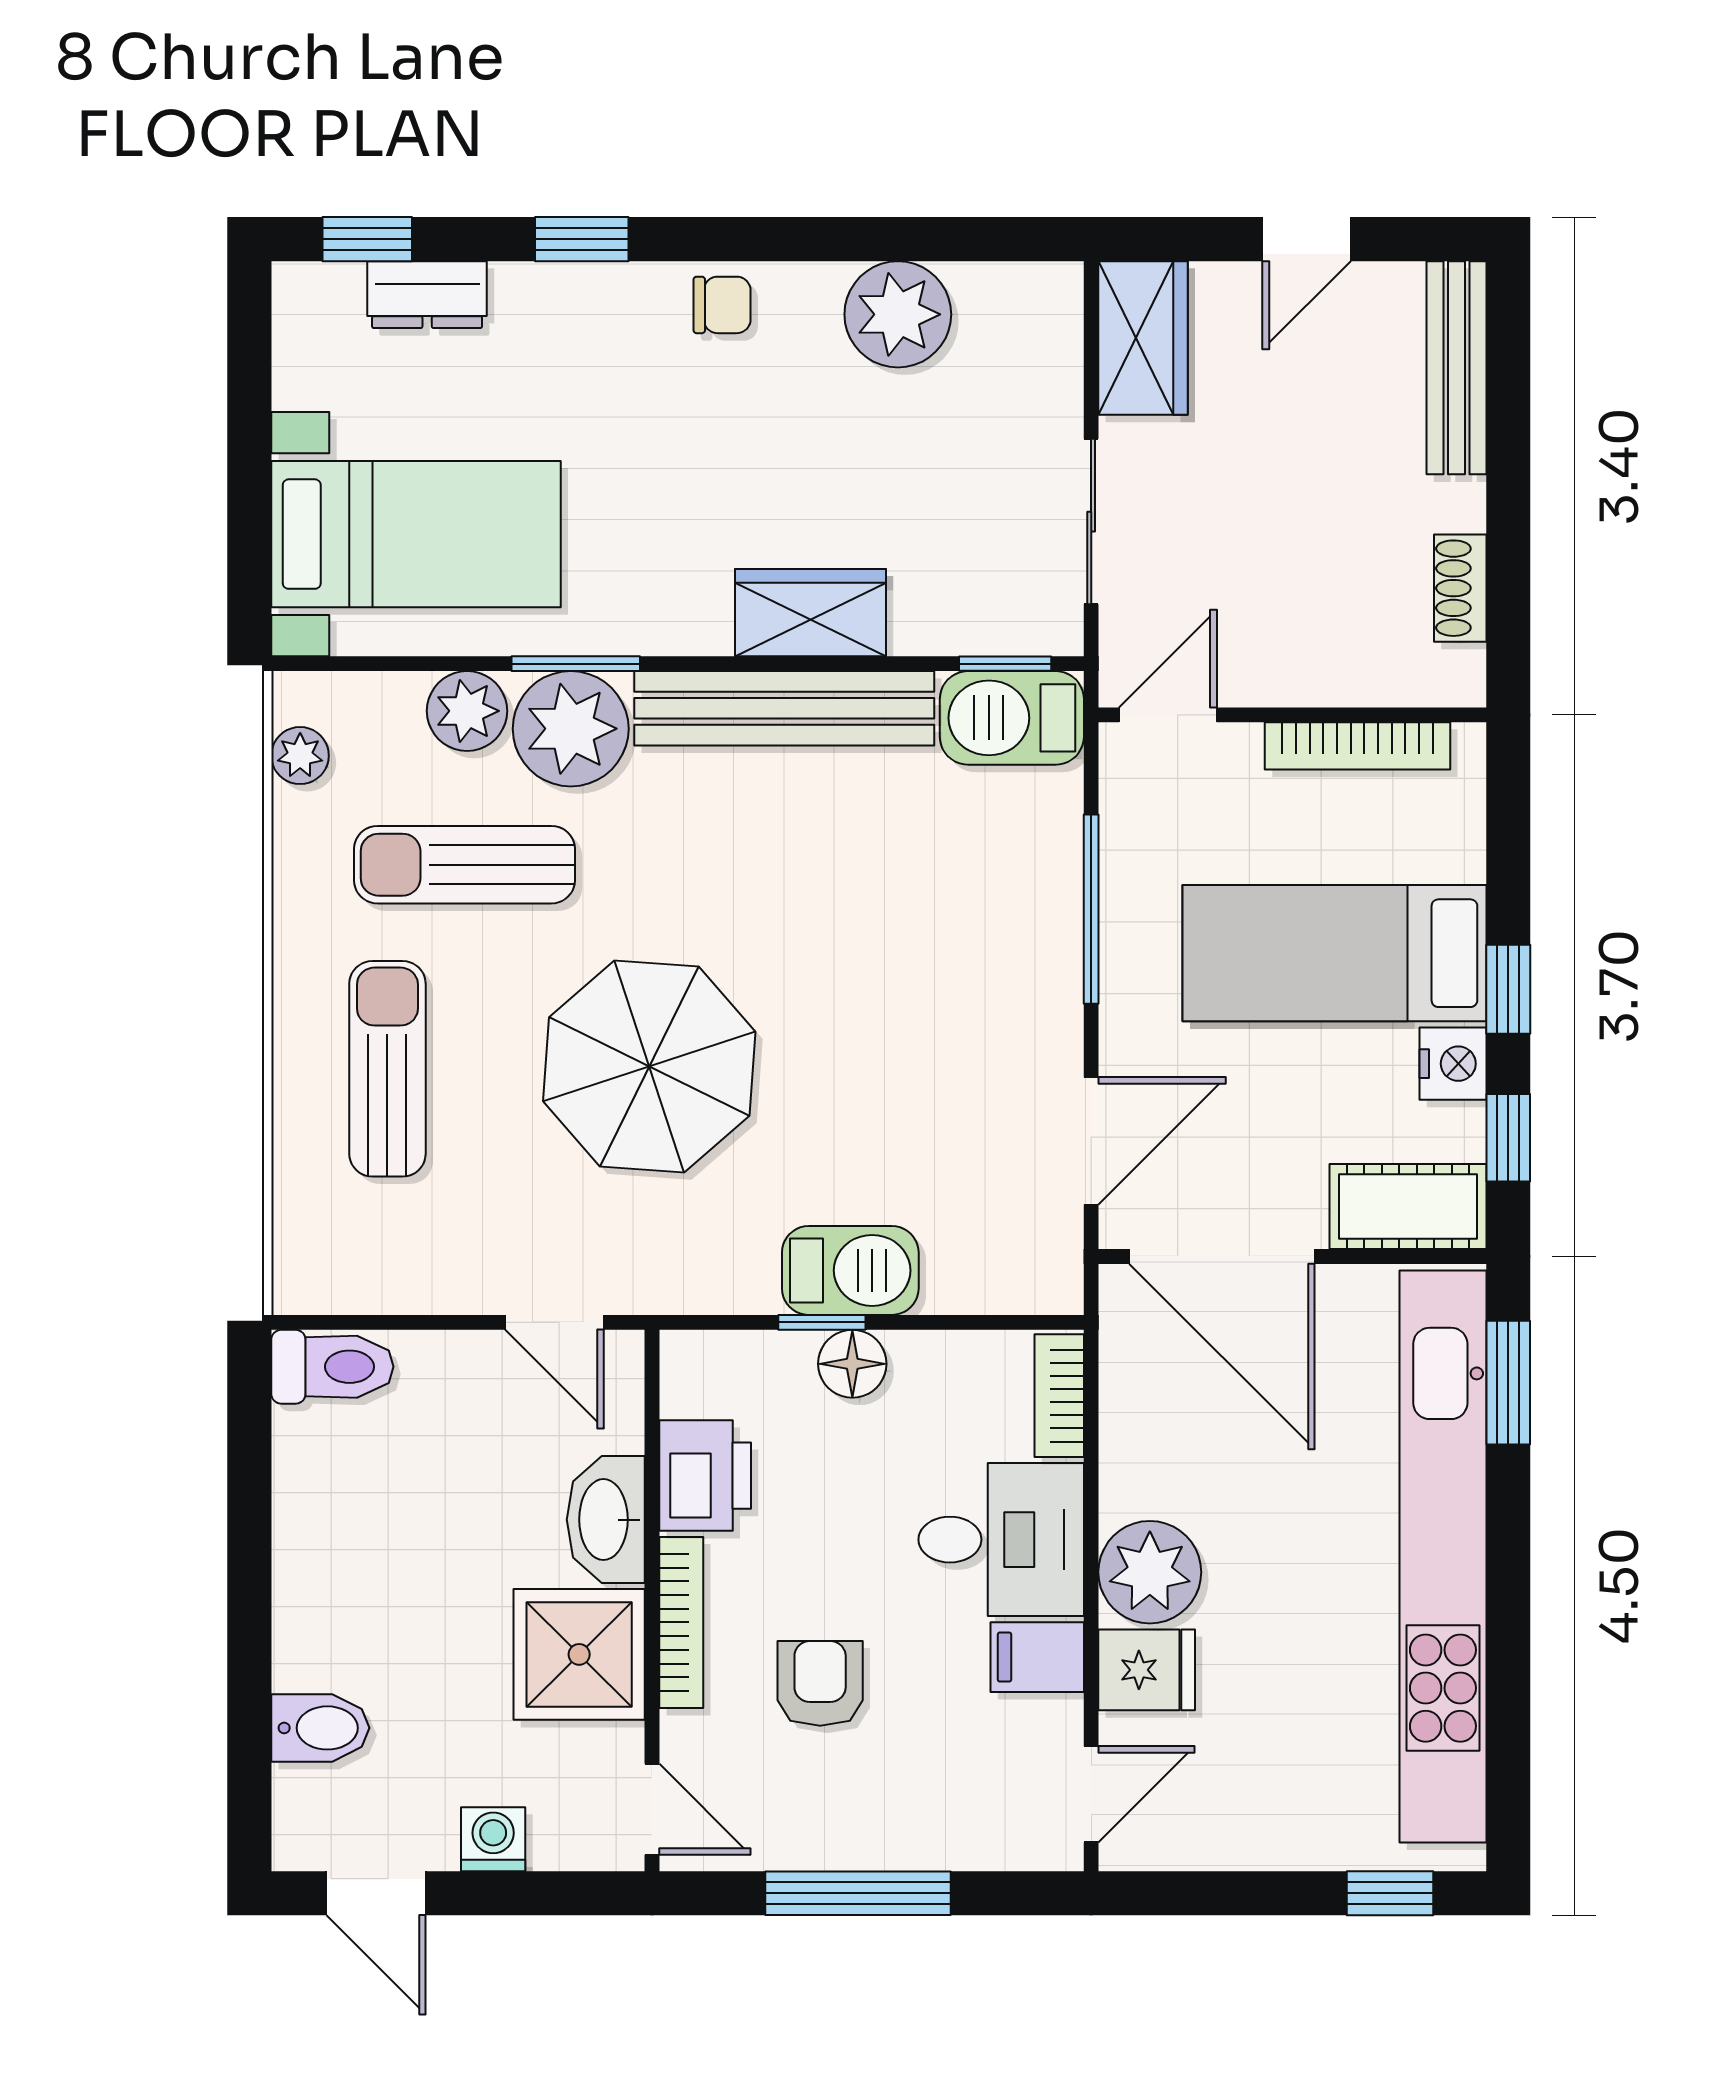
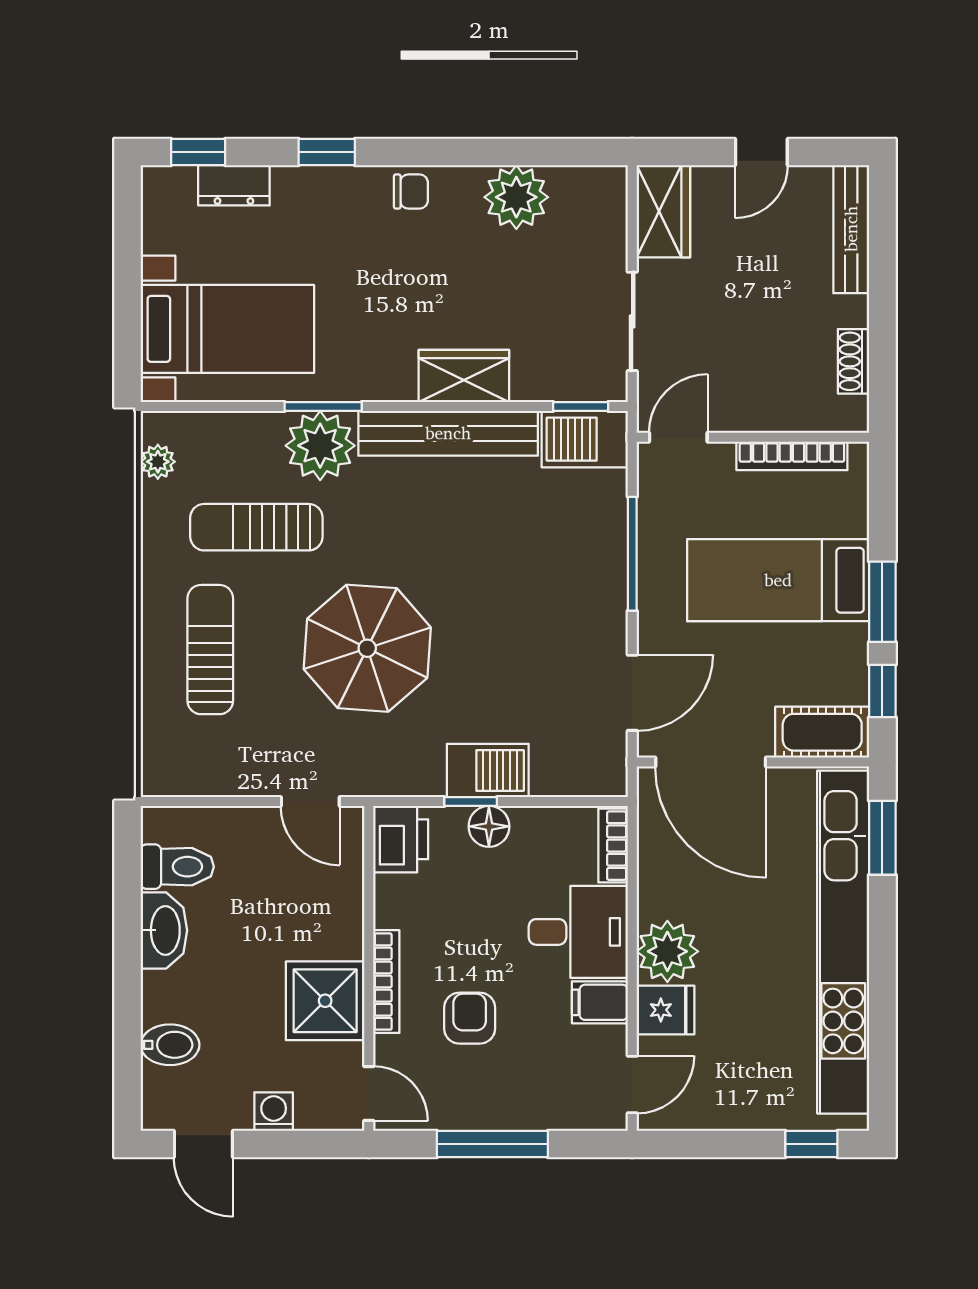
plant: (467, 711) -> (258, 435), removed
window: (1508, 989) -> (882, 602), width x1.50
nightstand: (1453, 1064) -> (849, 646), removed
toilet: (332, 1367) -> (177, 867), moved
printer: (705, 1476) -> (401, 839), moved
washbasin: (606, 1520) -> (164, 930), moved, turned 180

